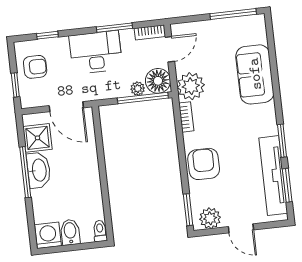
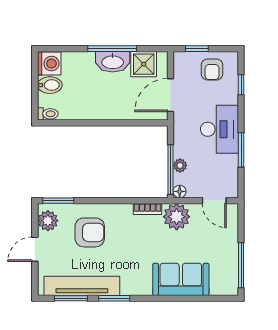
bookcase: (150, 32) -> (232, 183), removed
floor lamp: (158, 81) -> (180, 191), width x0.53, depth x0.53
armchair: (204, 164) -> (90, 232), moved

